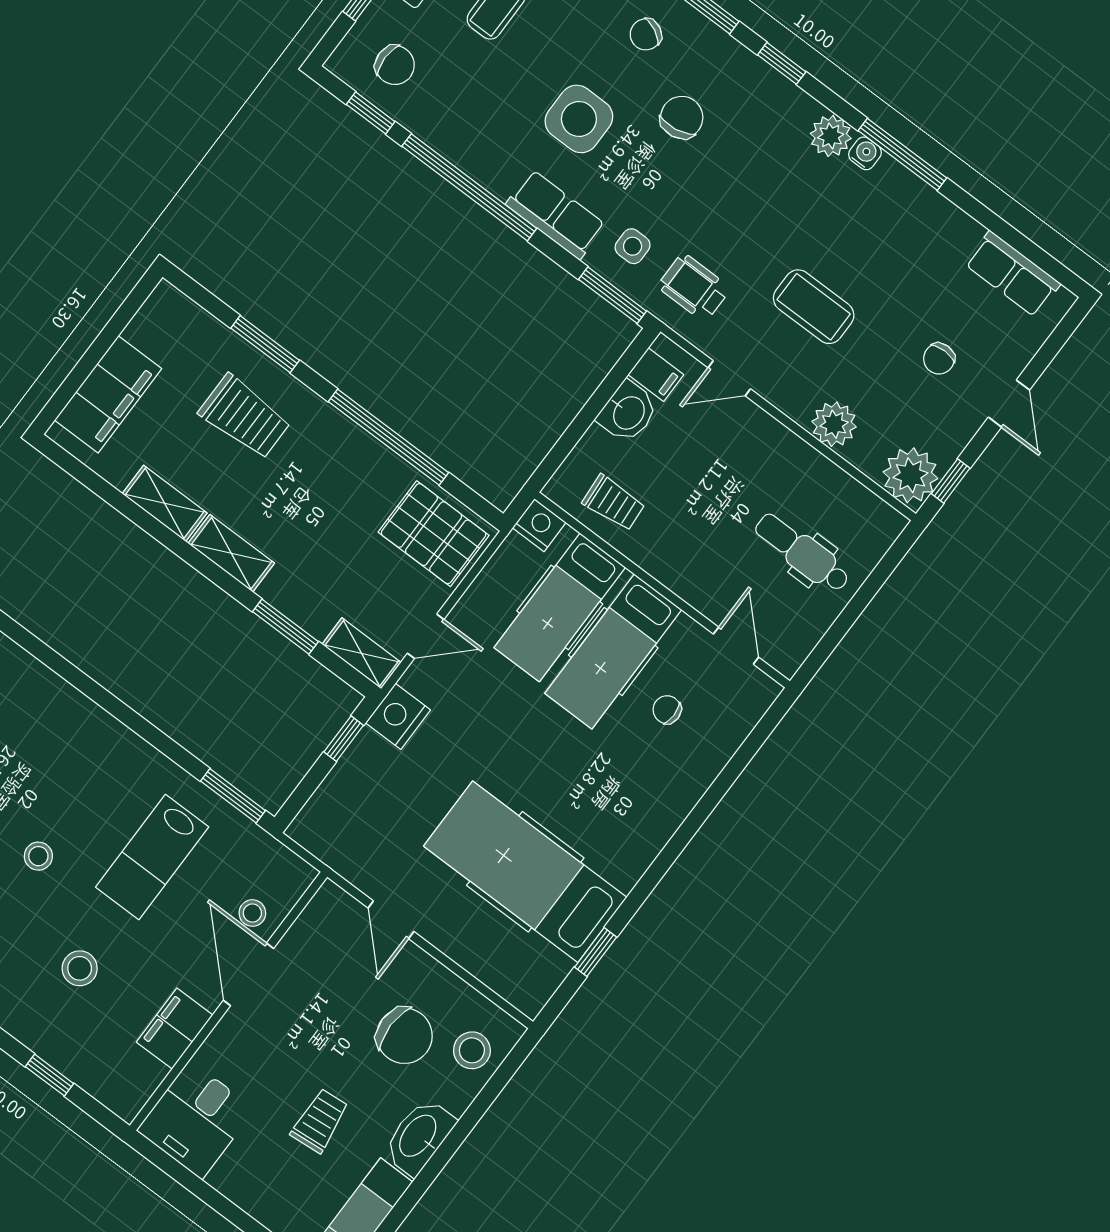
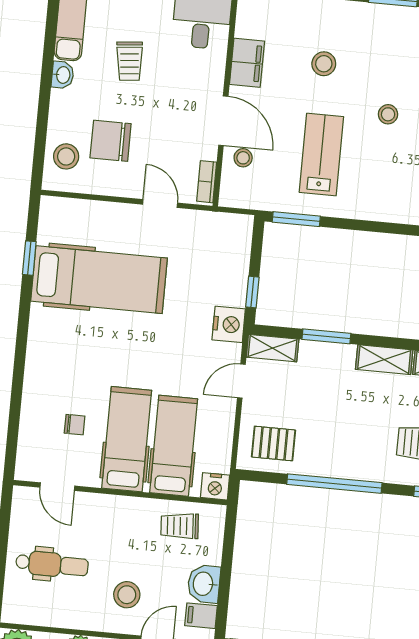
stool: (732, 458) -> (127, 595), added
pallet: (434, 534) -> (273, 444), width x0.67, depth x0.71
bookcase: (316, 911) -> (207, 182), added
washbasin: (419, 1137) -> (63, 75), width x0.52, depth x0.69

